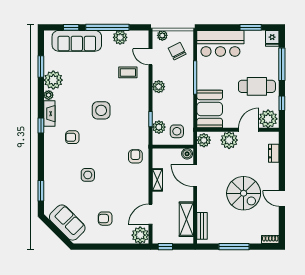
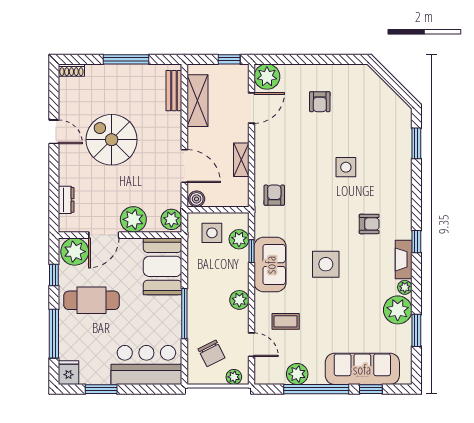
armchair: (135, 156) -> (274, 195), turned 180
armchair: (105, 219) -> (320, 102), turned 90
sofa: (67, 223) -> (270, 265), moved, turned -135

